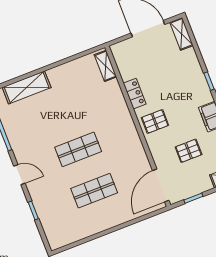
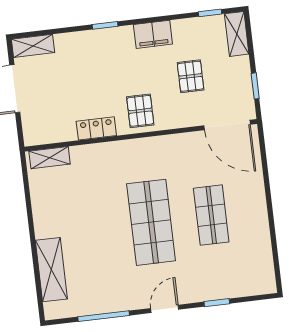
shop shelf: (78, 149) -> (151, 222), width x1.43, depth x1.36

